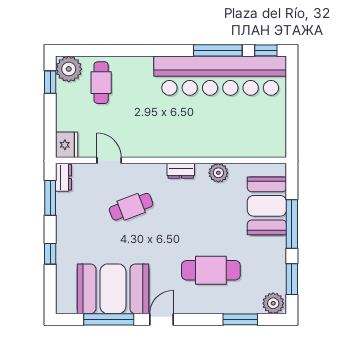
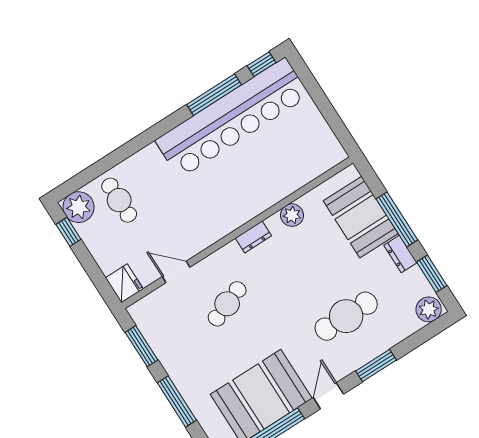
dresser: (63, 177) -> (400, 254), moved, turned 180
window: (50, 254) -> (177, 401), width x2.17
window: (240, 319) -> (376, 365), moved

